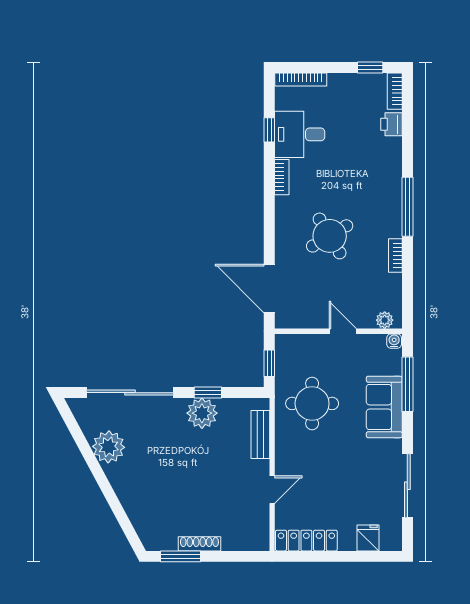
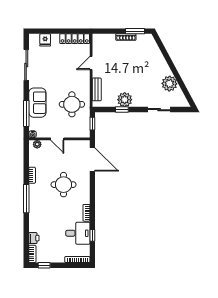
round table: (330, 236) -> (64, 185), turned 31
sliding door: (130, 393) -> (159, 110), width x0.54

